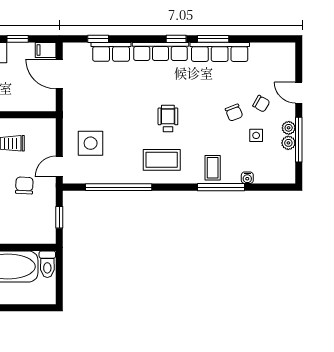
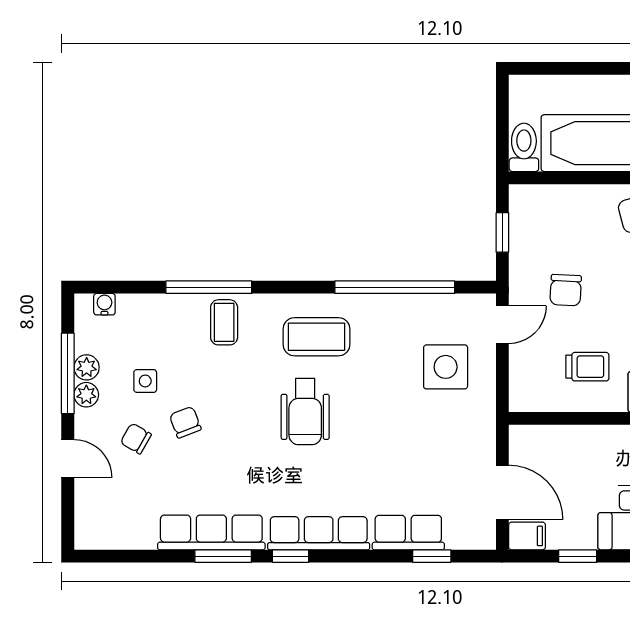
wheelchair: (168, 119) -> (305, 412), width x1.36, depth x1.37
water cooler: (247, 178) -> (104, 304), moved

